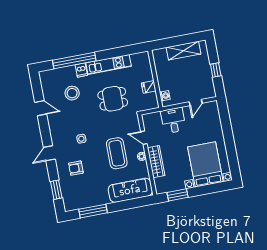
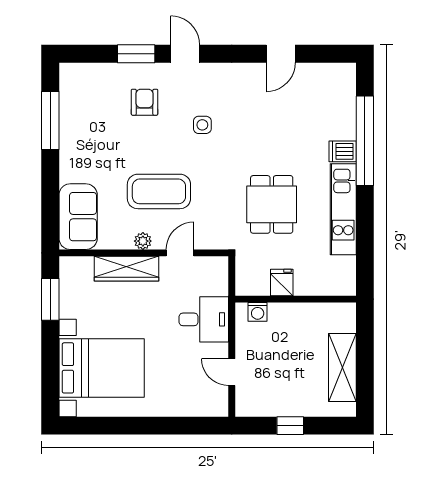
stool: (72, 93) -> (299, 124), removed
window: (56, 190) -> (136, 54), moved
sofa: (130, 190) -> (78, 217), width x0.73

